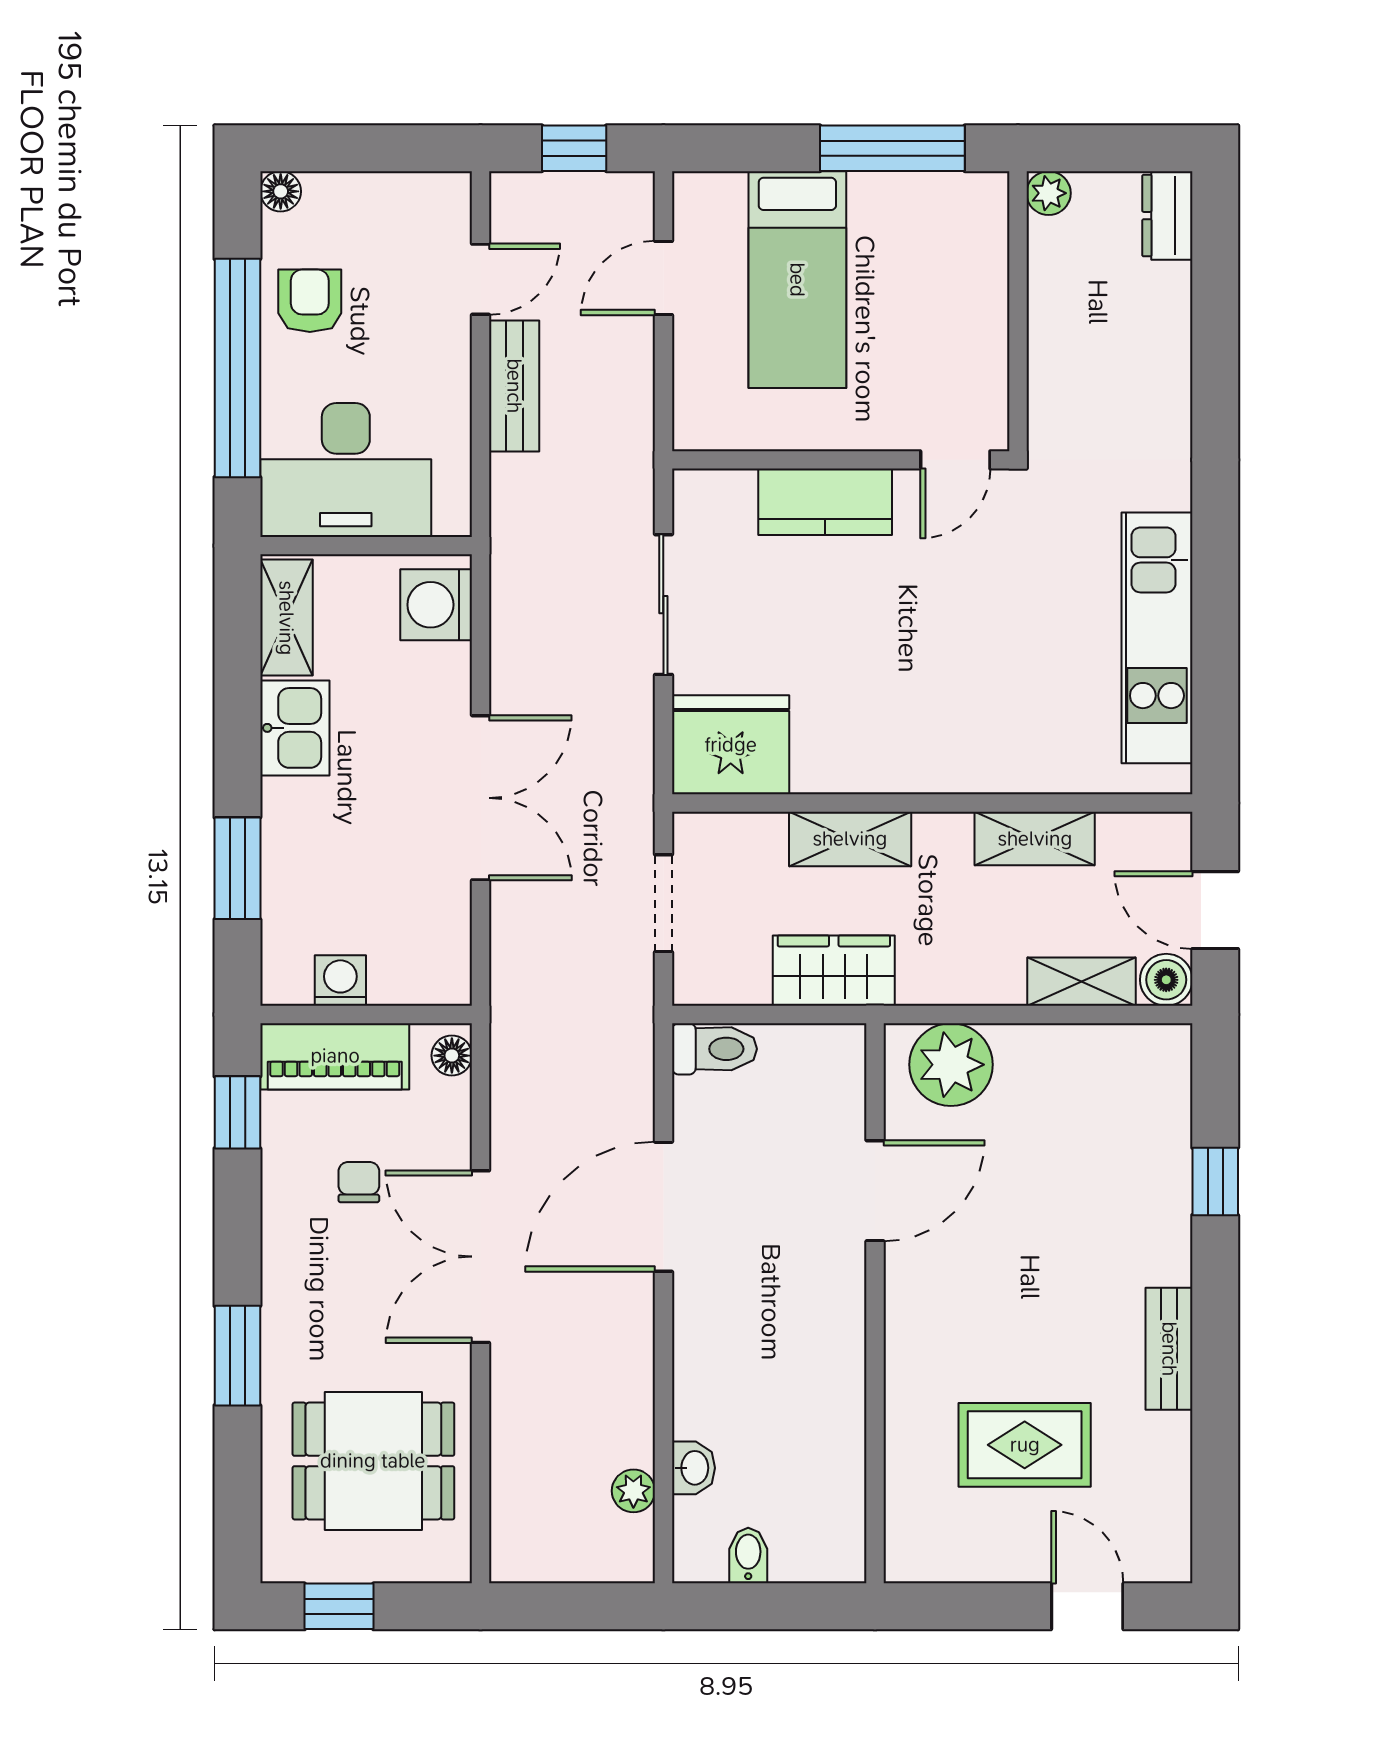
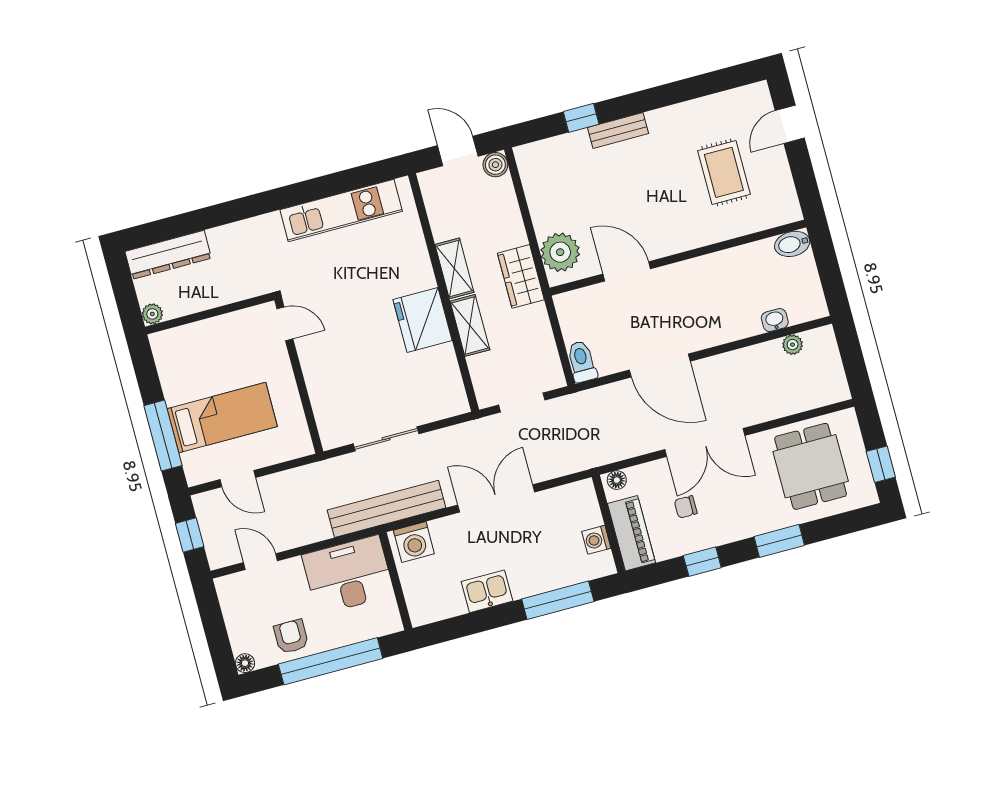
window: (892, 148) -> (163, 436), moved
dresser: (1167, 216) -> (168, 255), width x1.96, depth x1.24
armchair: (310, 301) -> (291, 637), turned 90
bench: (514, 386) -> (386, 509), moved, width x1.86, depth x1.21
desk: (346, 470) -> (348, 575), moved, turned -90
kitchen counter: (825, 502) -> (320, 378), removed
shelving: (286, 618) -> (438, 609), removed
fridge: (731, 745) -> (423, 320), moved
shelving: (1035, 839) -> (454, 268), moved
window: (237, 868) -> (558, 600), width x1.44
door: (1215, 910) -> (458, 151), swing flipped
wardrobe: (834, 971) -> (521, 276), moved
shelving: (1081, 982) -> (507, 203), removed
window: (237, 1112) -> (702, 562), moved
bench: (1169, 1349) -> (618, 130), moved
bidet: (748, 1556) -> (792, 244), moved, width x1.38, depth x1.36

